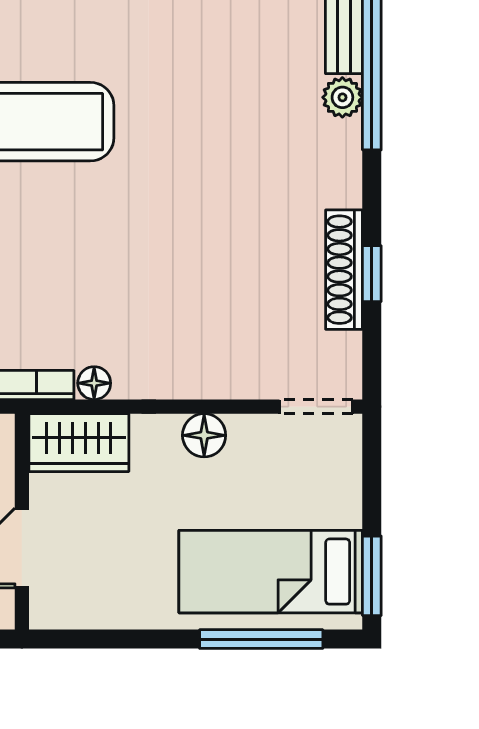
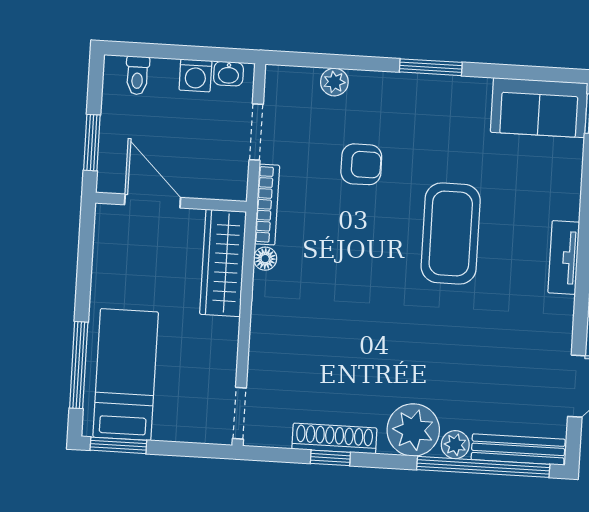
plant: (325, 158) -> (413, 430), added
floor lamp: (204, 435) -> (224, 334), removed
wardrobe: (79, 443) -> (223, 263), width x1.50

